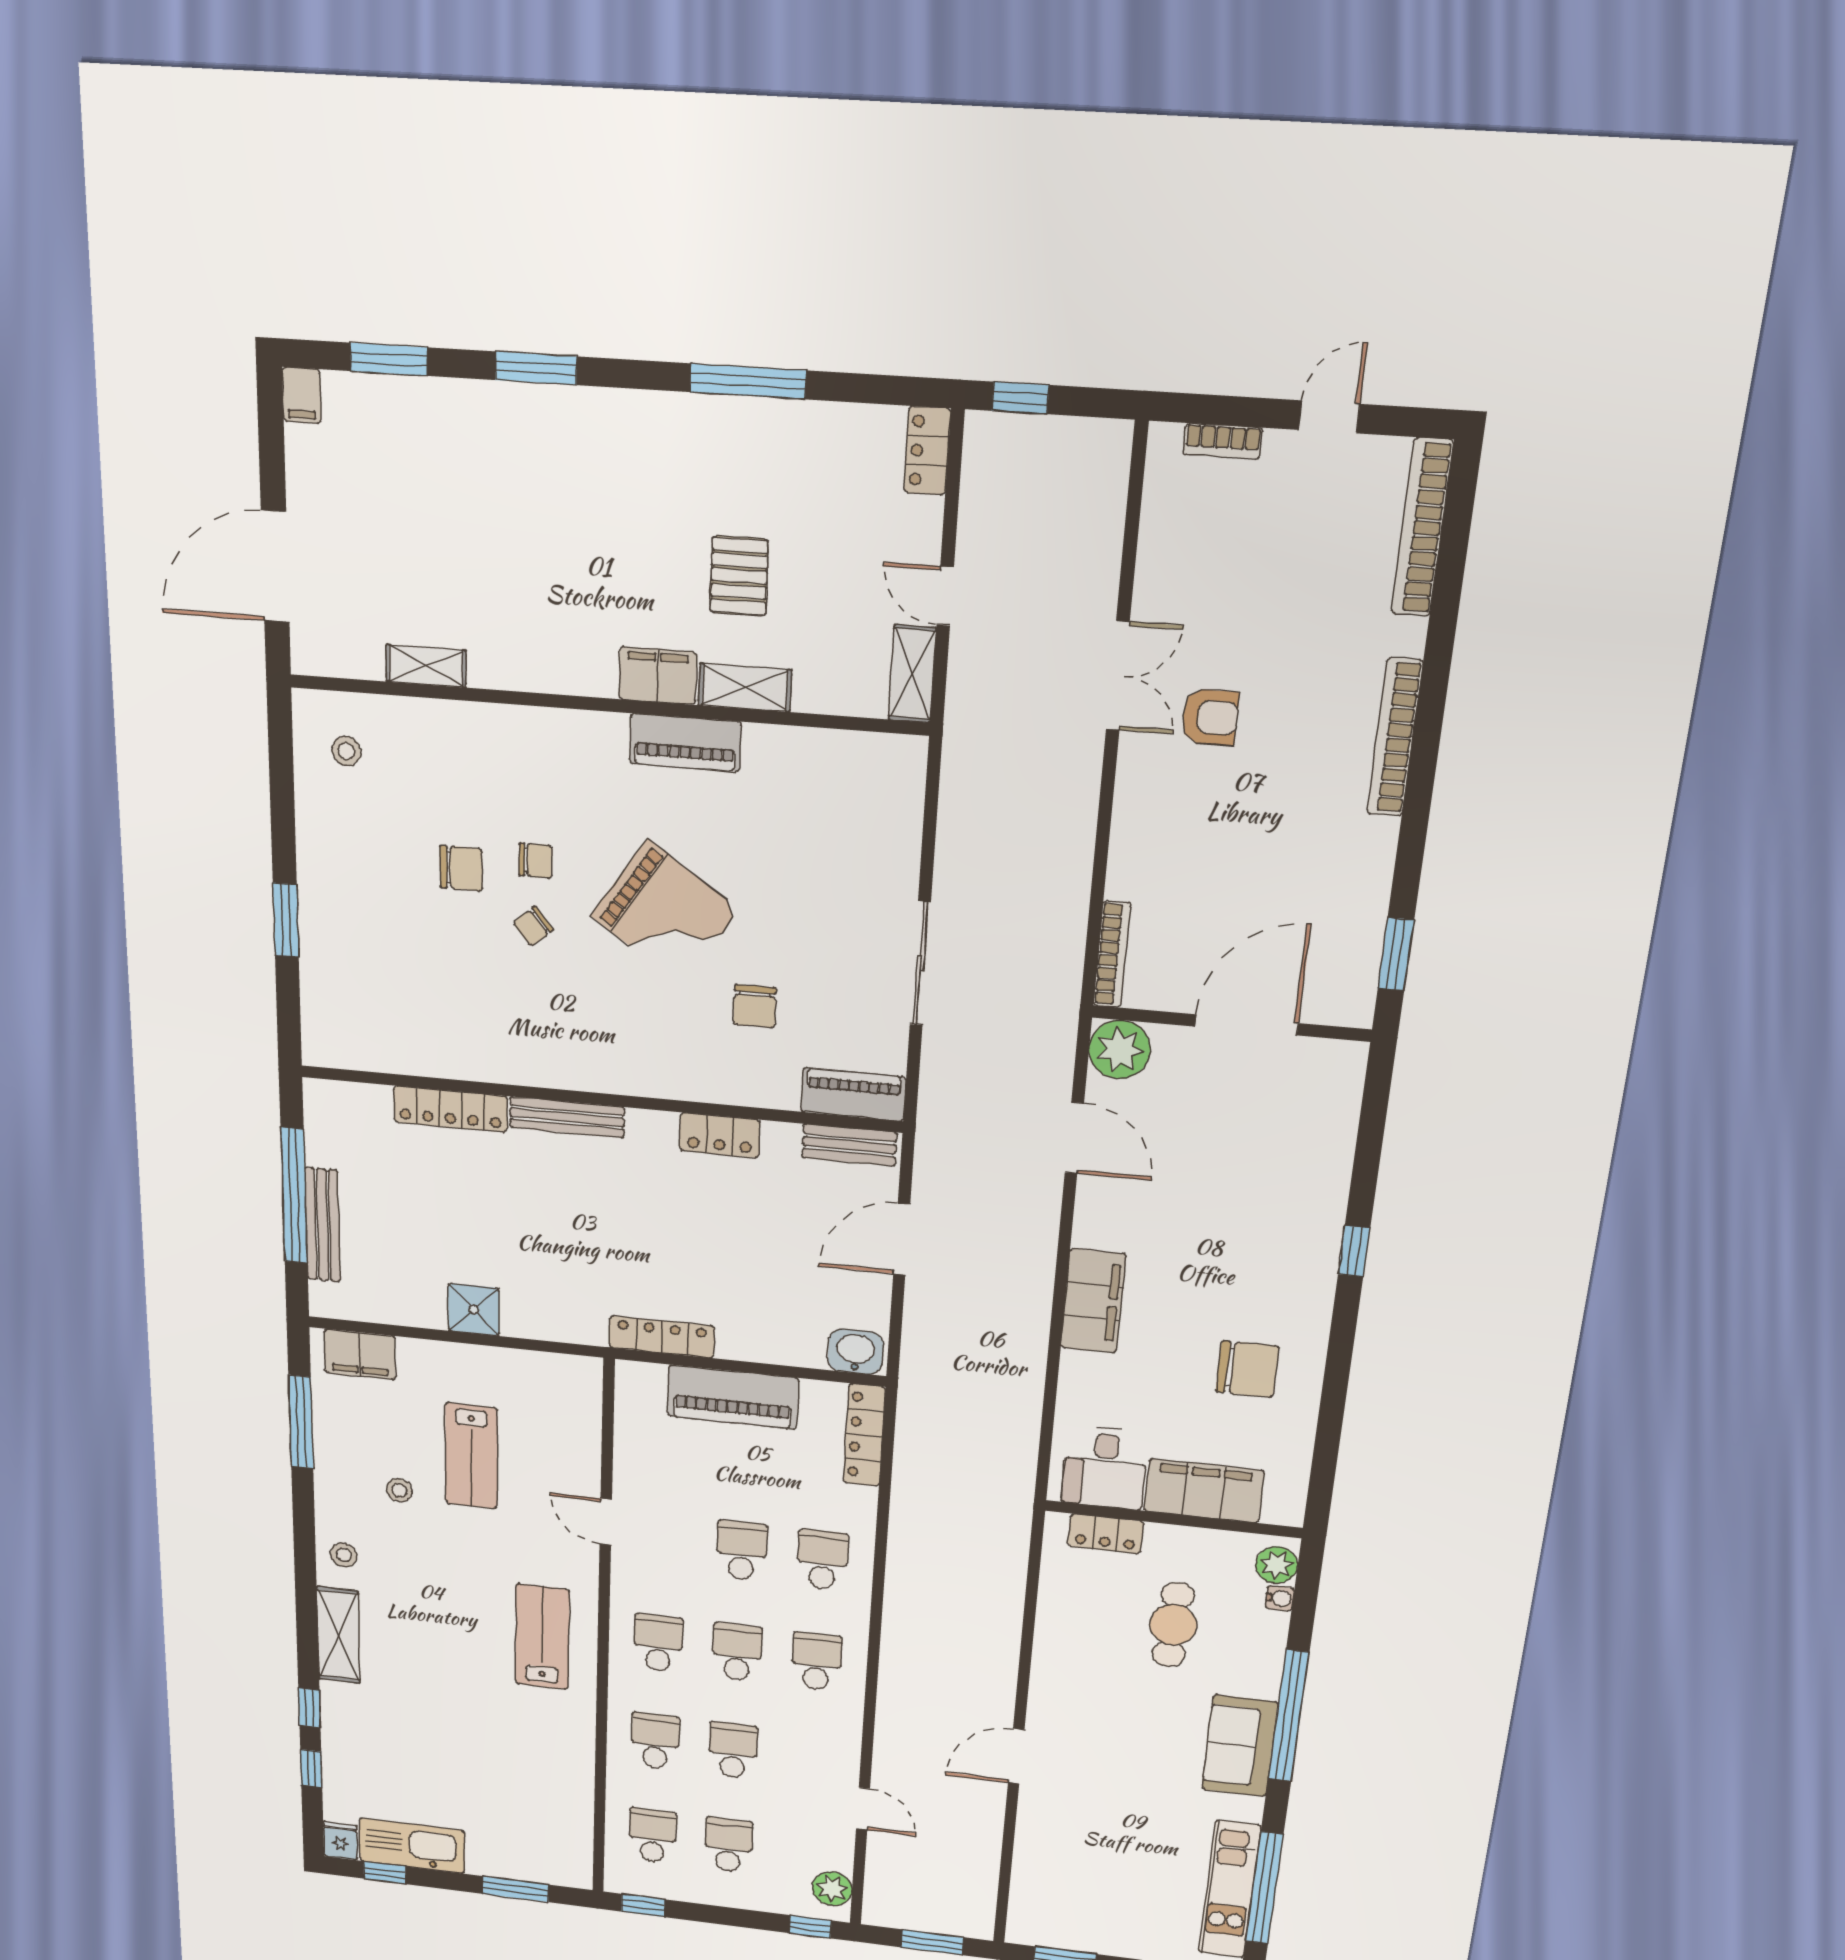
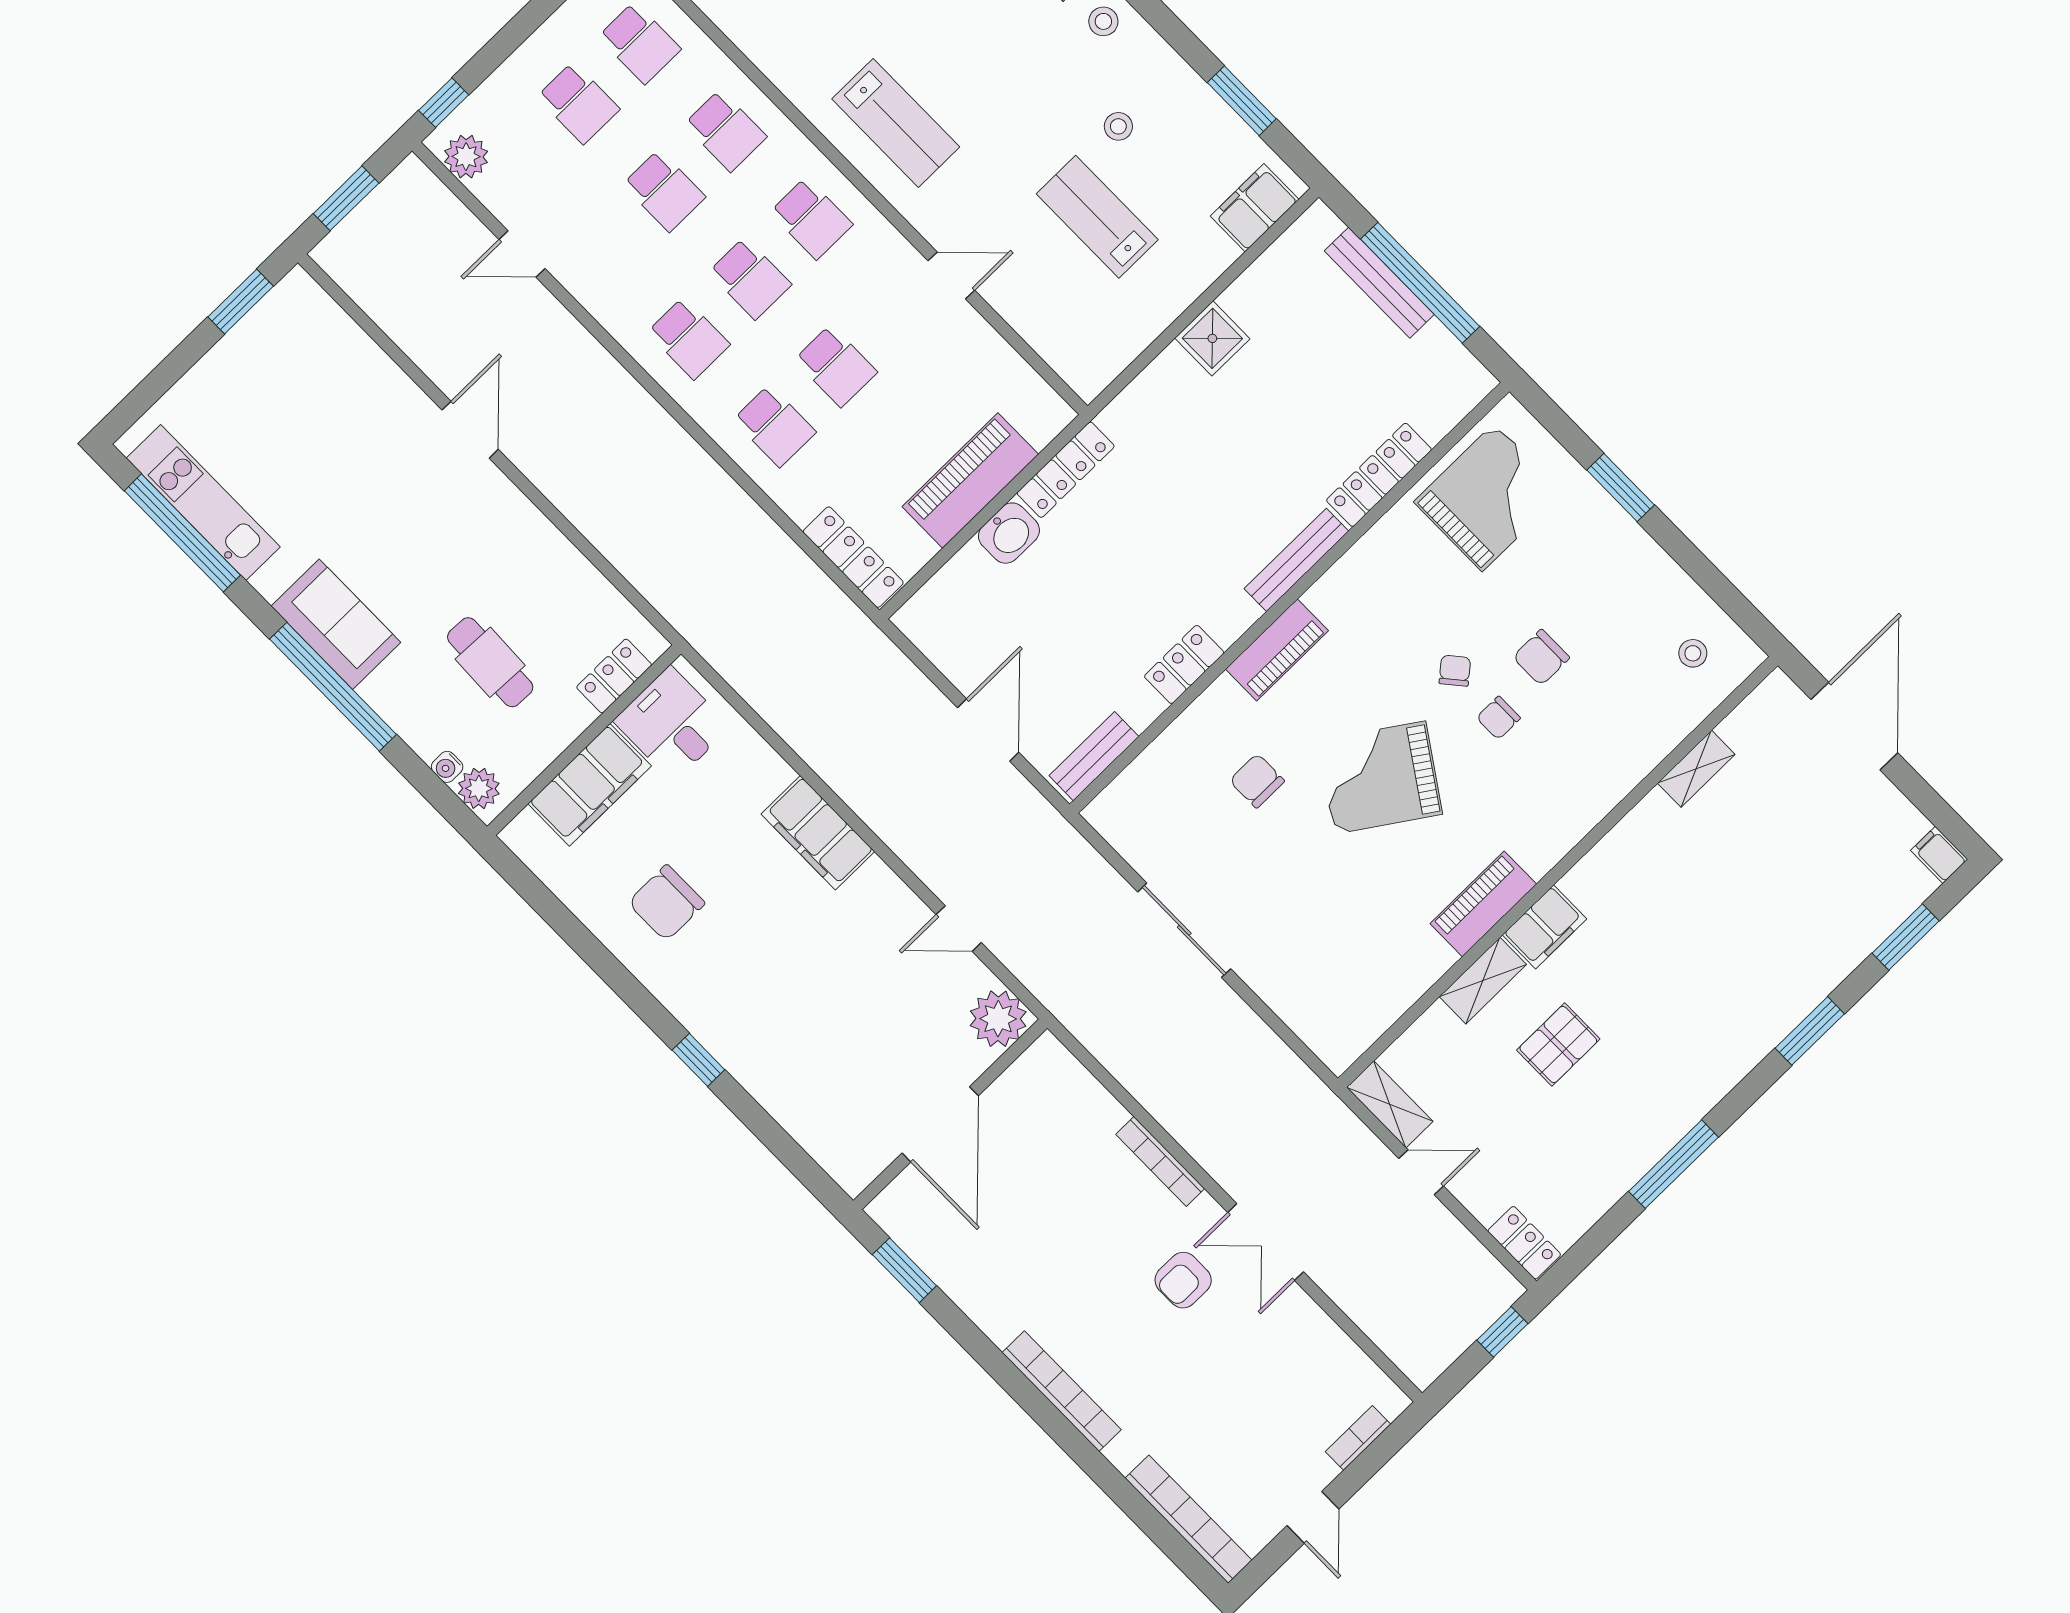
pallet: (739, 576) -> (1558, 1045), turned 90
bookcase: (1112, 954) -> (1160, 1161), moved
grand piano: (388, 1014) -> (1488, 497), added
piano: (853, 1094) -> (1277, 650), moved
door: (1074, 1138) -> (959, 929), width x0.73
washbasin: (855, 1352) -> (1009, 533), moved
window: (301, 1422) -> (1242, 101), width x0.69

